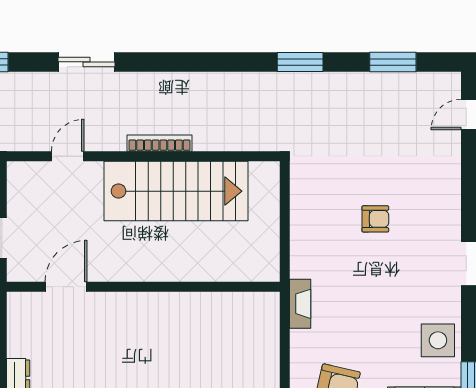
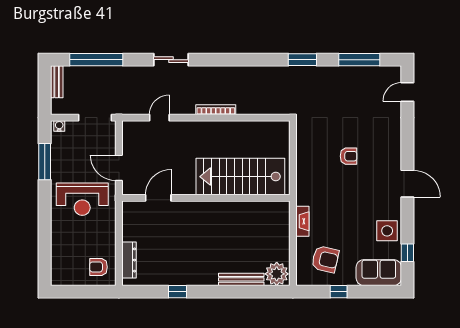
window: (393, 62) -> (359, 60), width x1.44
stairs: (176, 191) -> (240, 177), moved, turned 180
fireplace: (300, 304) -> (302, 221), moved

